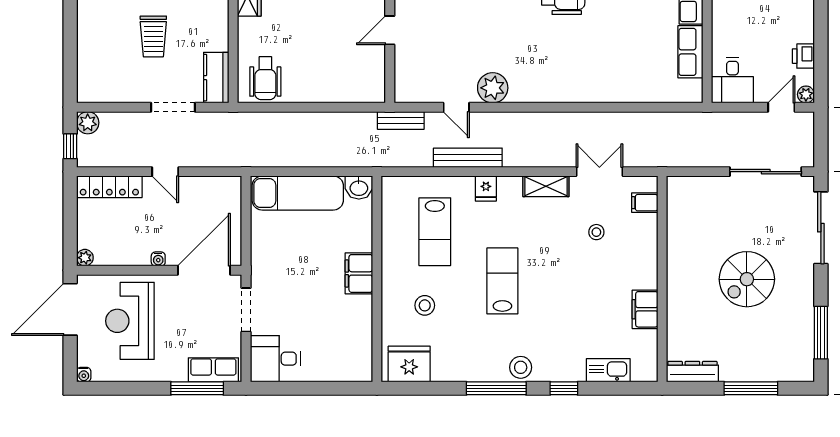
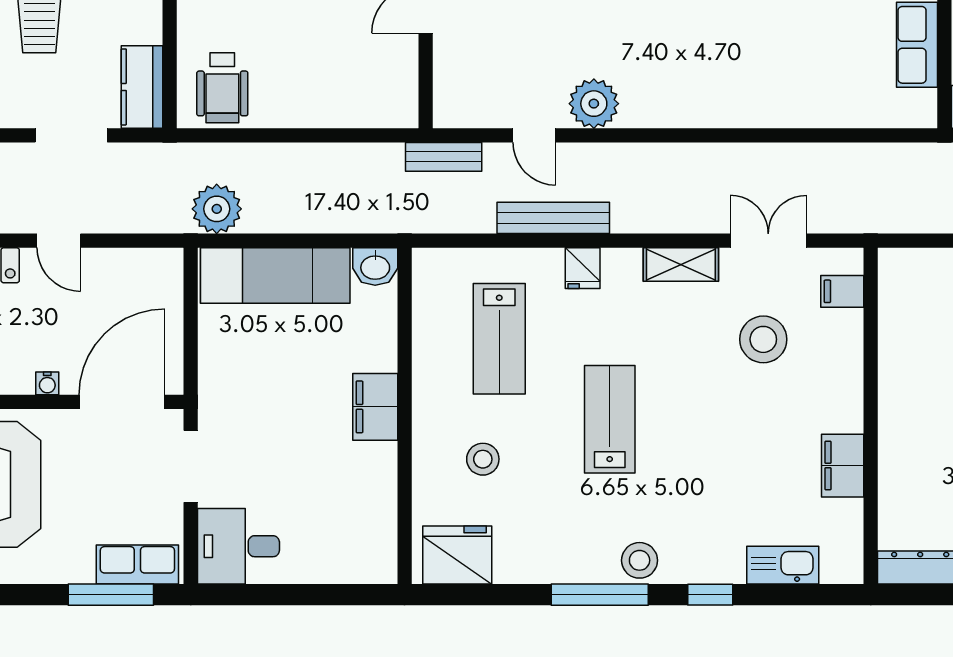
plant: (262, 152) -> (217, 209), added
stool: (596, 232) -> (763, 339), width x1.89, depth x1.89

